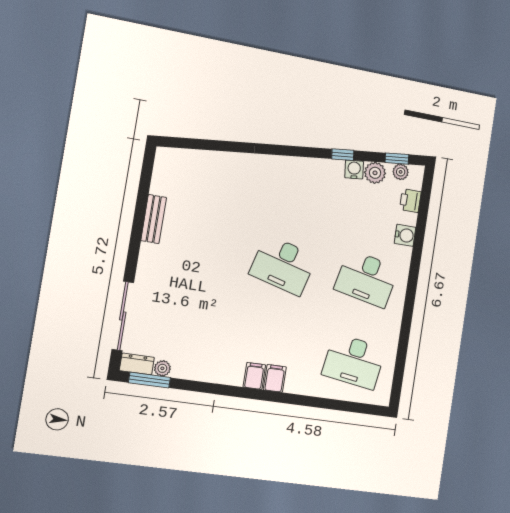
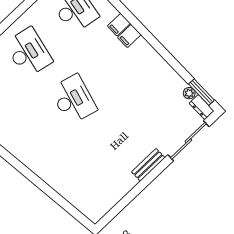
bench: (154, 219) -> (148, 165), moved
filing cabinet: (254, 376) -> (119, 25), moved

